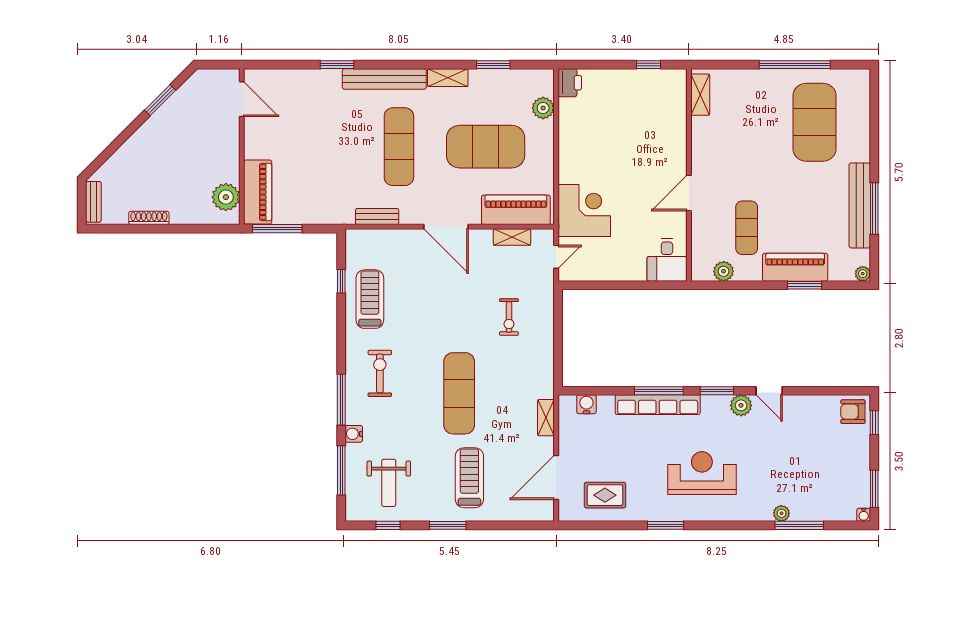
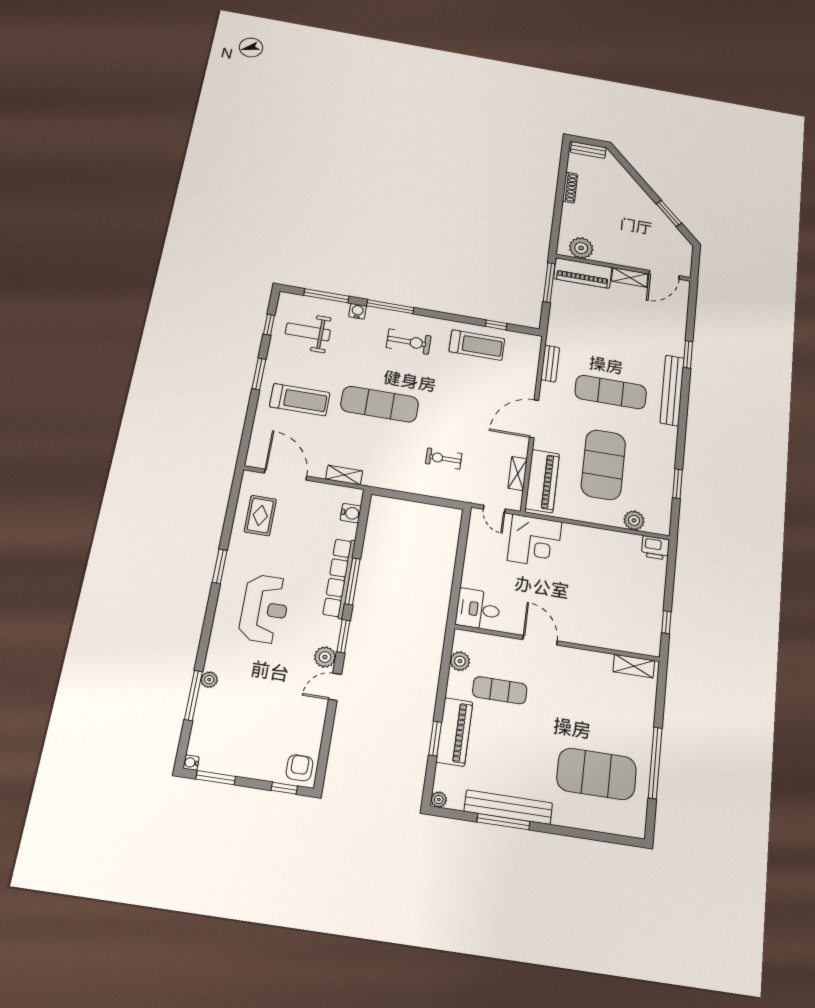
shelving: (448, 78) -> (630, 277), moved, turned 90

